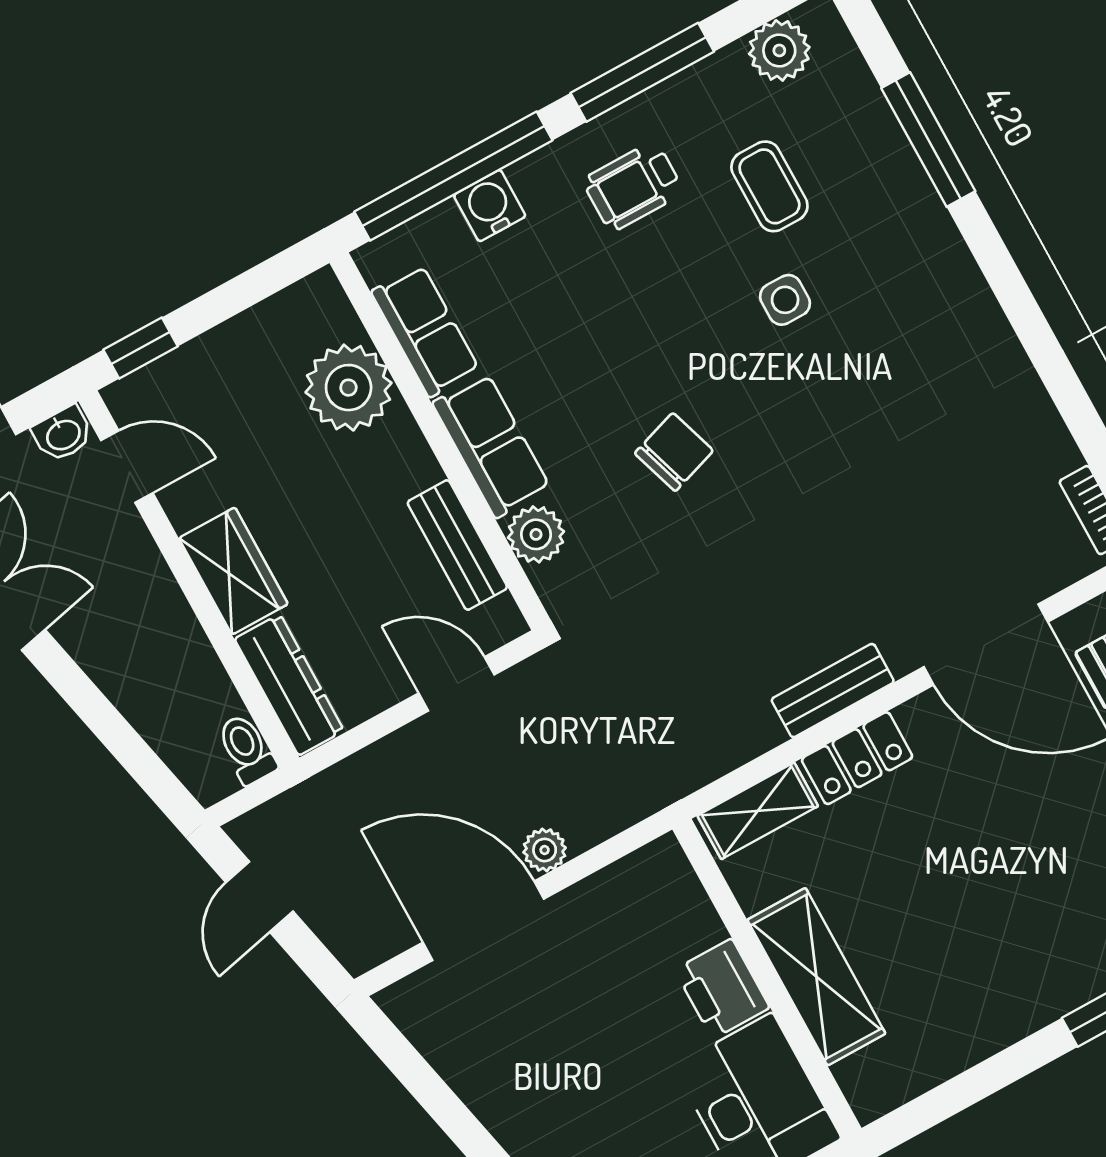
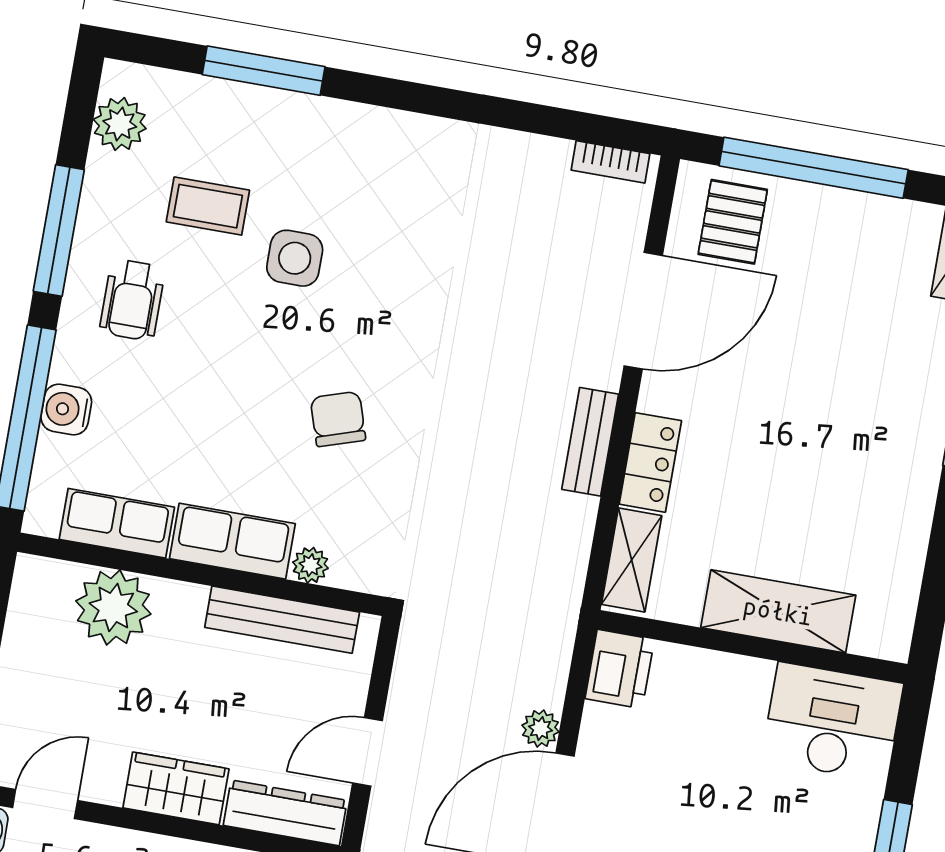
side table: (785, 300) -> (295, 258), width x1.37, depth x1.37
plant: (536, 534) -> (310, 565), width x0.73, depth x0.73
bench: (457, 545) -> (282, 620), width x1.36
door: (456, 684) -> (368, 752), moved
printer: (722, 989) -> (620, 669), moved, turned -90

